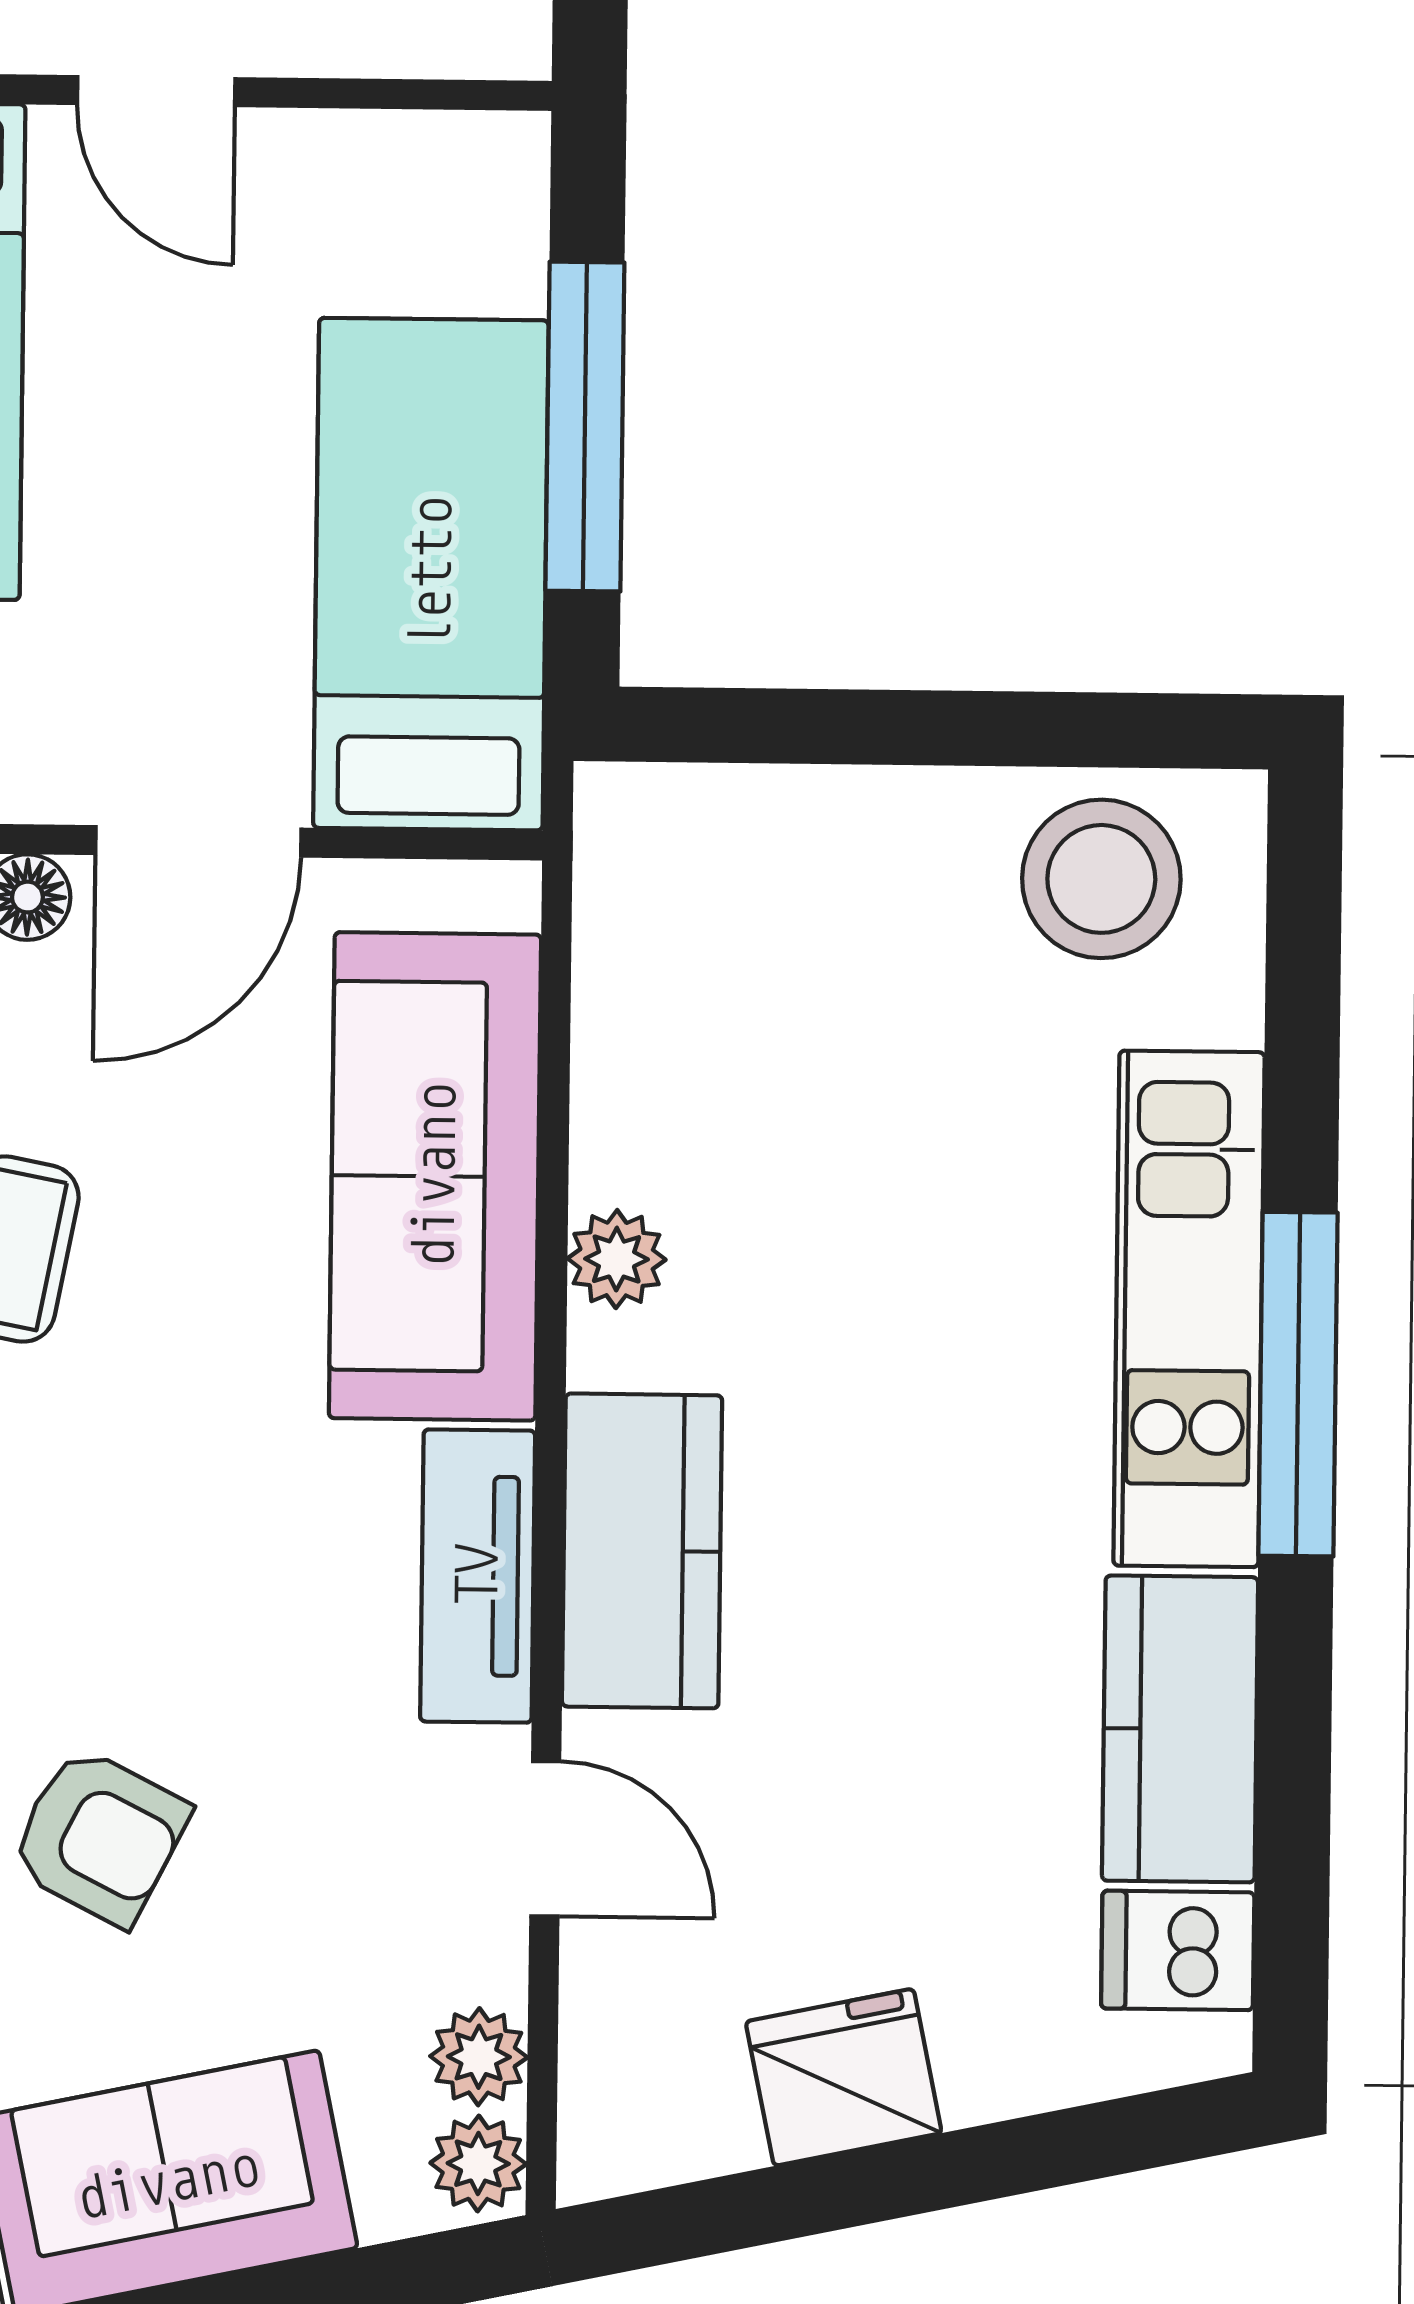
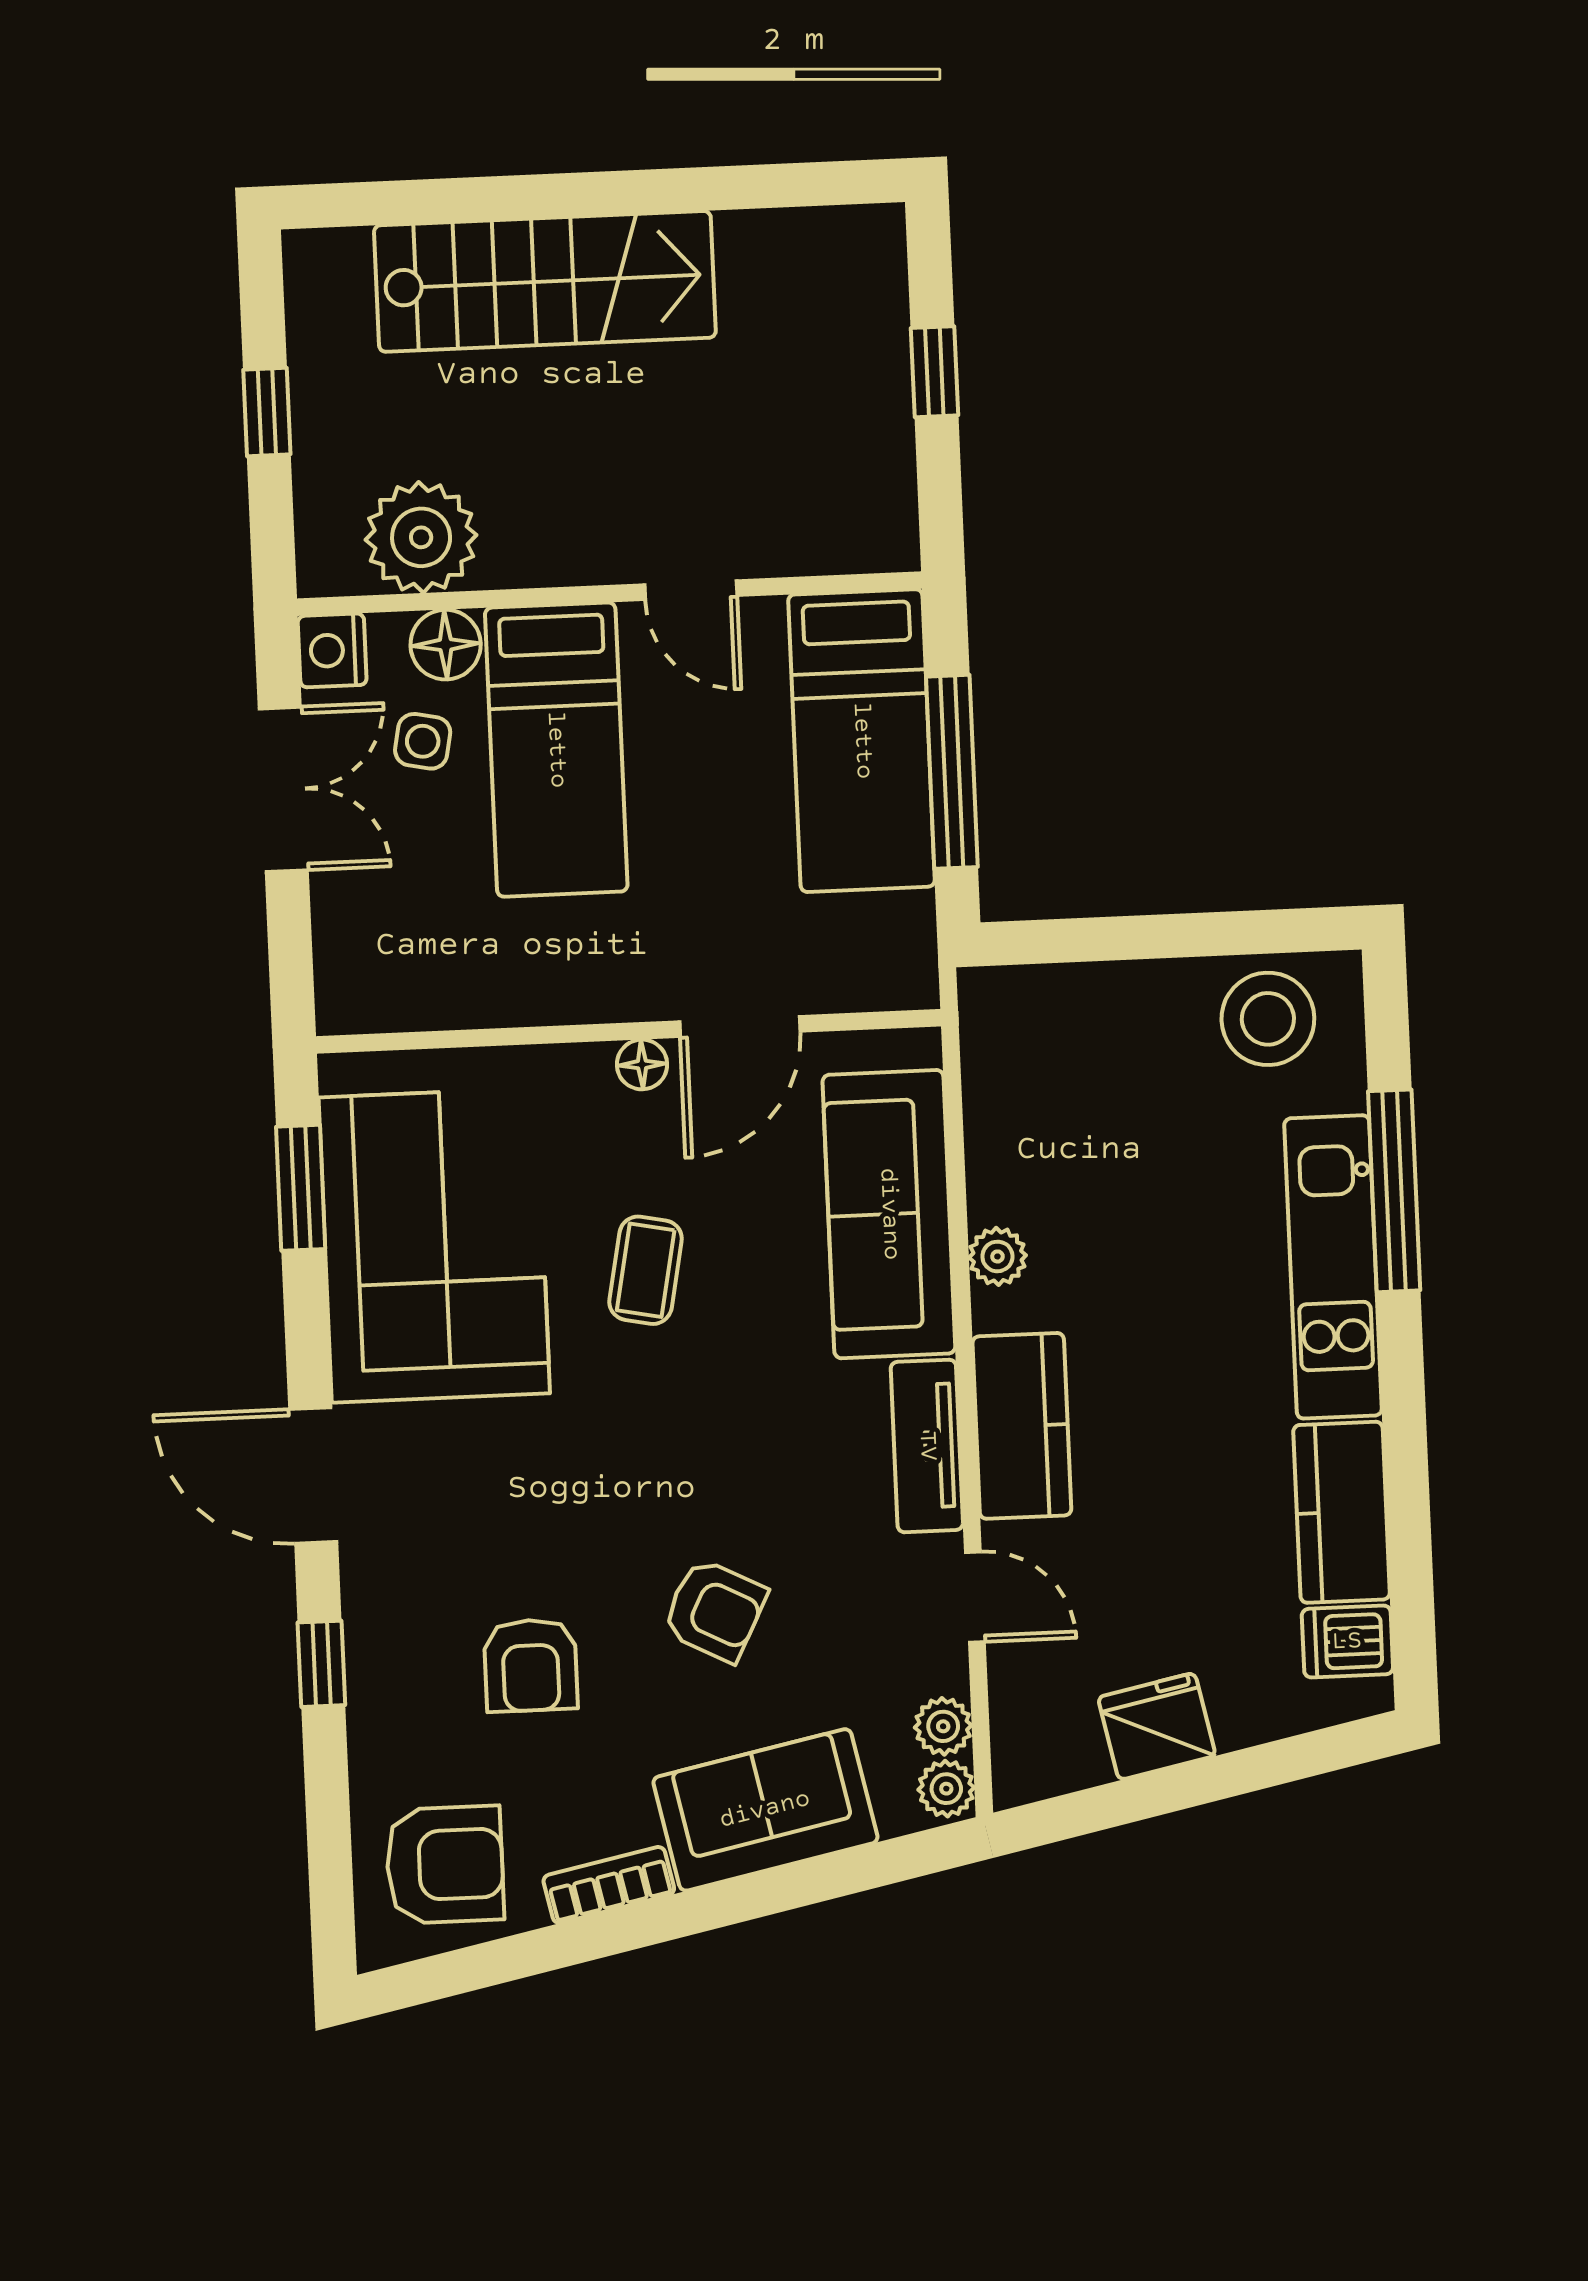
bed: (431, 574) -> (862, 741), moved, turned 180
window: (1298, 1384) -> (1394, 1191), moved

